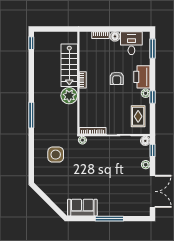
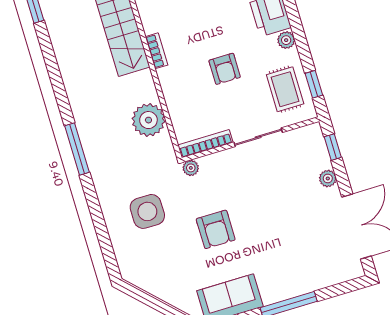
armchair: (117, 78) -> (225, 69), moved
plant: (69, 96) -> (148, 120), moved
window: (153, 97) -> (314, 84), moved
floor lamp: (145, 141) -> (313, 133), removed
armchair: (85, 173) -> (216, 229), added

